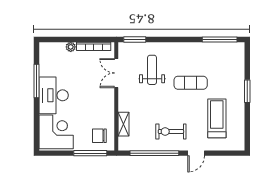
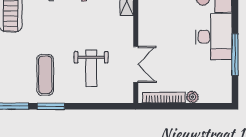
window: (135, 39) -> (51, 106), moved
exercise mat: (191, 83) -> (45, 75), moved, turned 90

